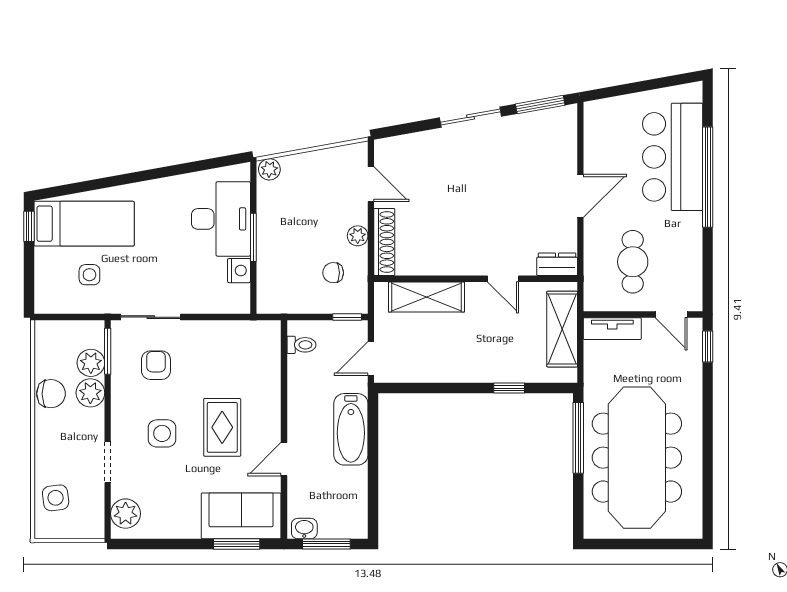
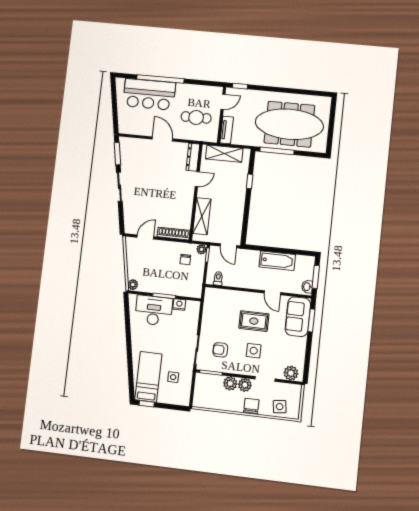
plant: (358, 236) -> (202, 249), moved
dresser: (557, 264) -> (193, 157), width x1.44
plant: (91, 363) -> (245, 385), moved
chair: (51, 394) -> (251, 406), moved
bathtub: (351, 429) -> (277, 261), moved

